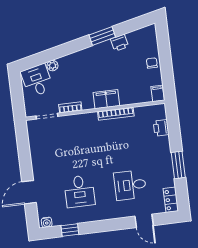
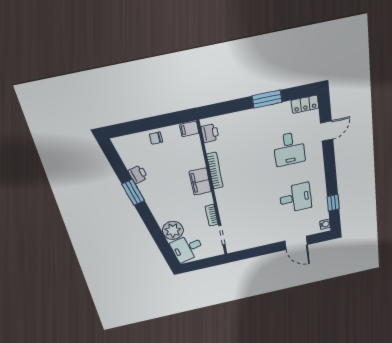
plant: (52, 66) -> (173, 230), width x1.87, depth x1.87
printer: (161, 128) -> (210, 133), moved, turned -90

